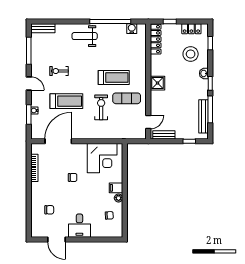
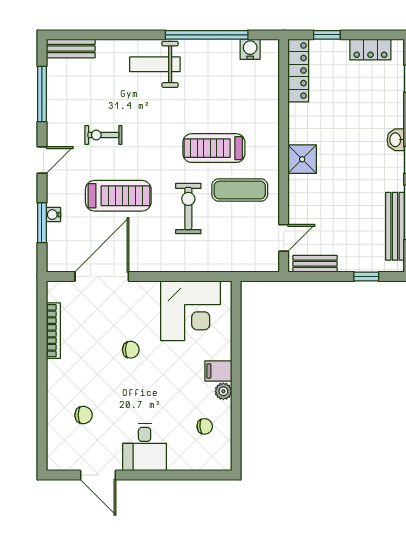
stool: (191, 54) -> (369, 101), removed
treadmill: (114, 78) -> (214, 148), turned 180
door: (29, 83) -> (42, 160), hinge flipped

